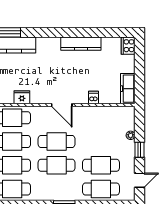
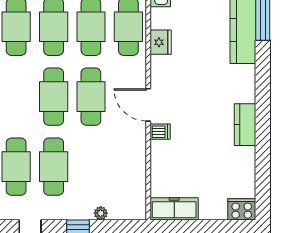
kitchen counter: (81, 44) -> (245, 125), width x0.67
dishwasher: (93, 98) -> (160, 132), moved
door: (62, 105) -> (148, 105), hinge flipped

